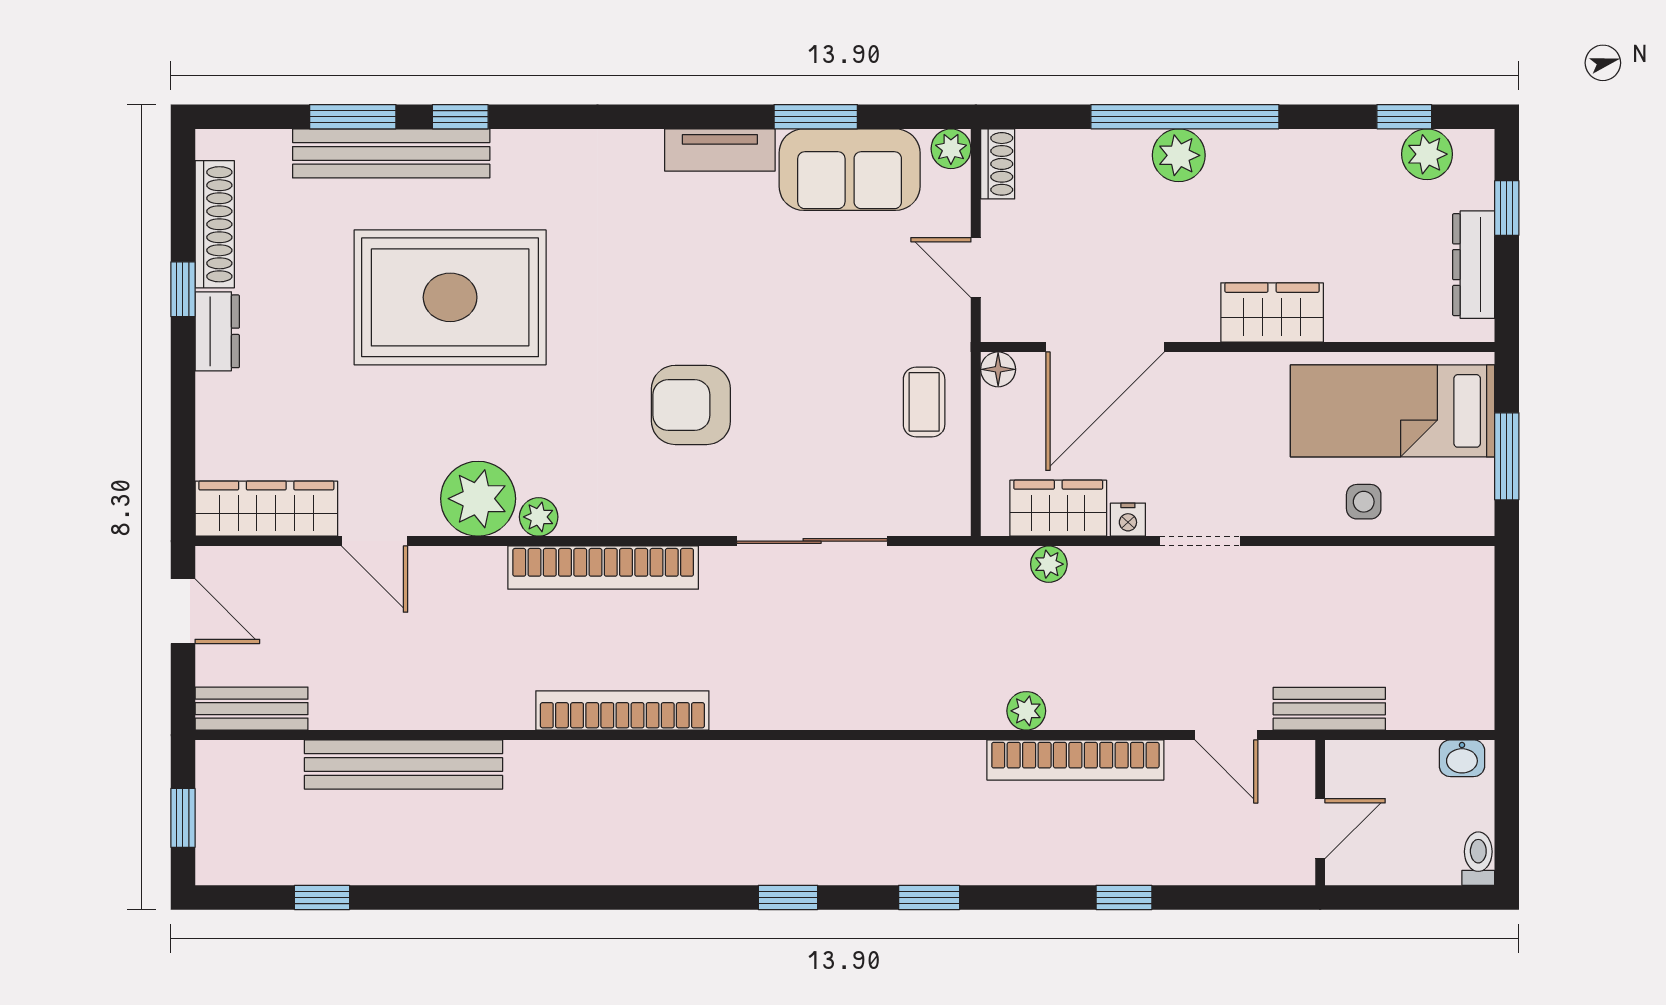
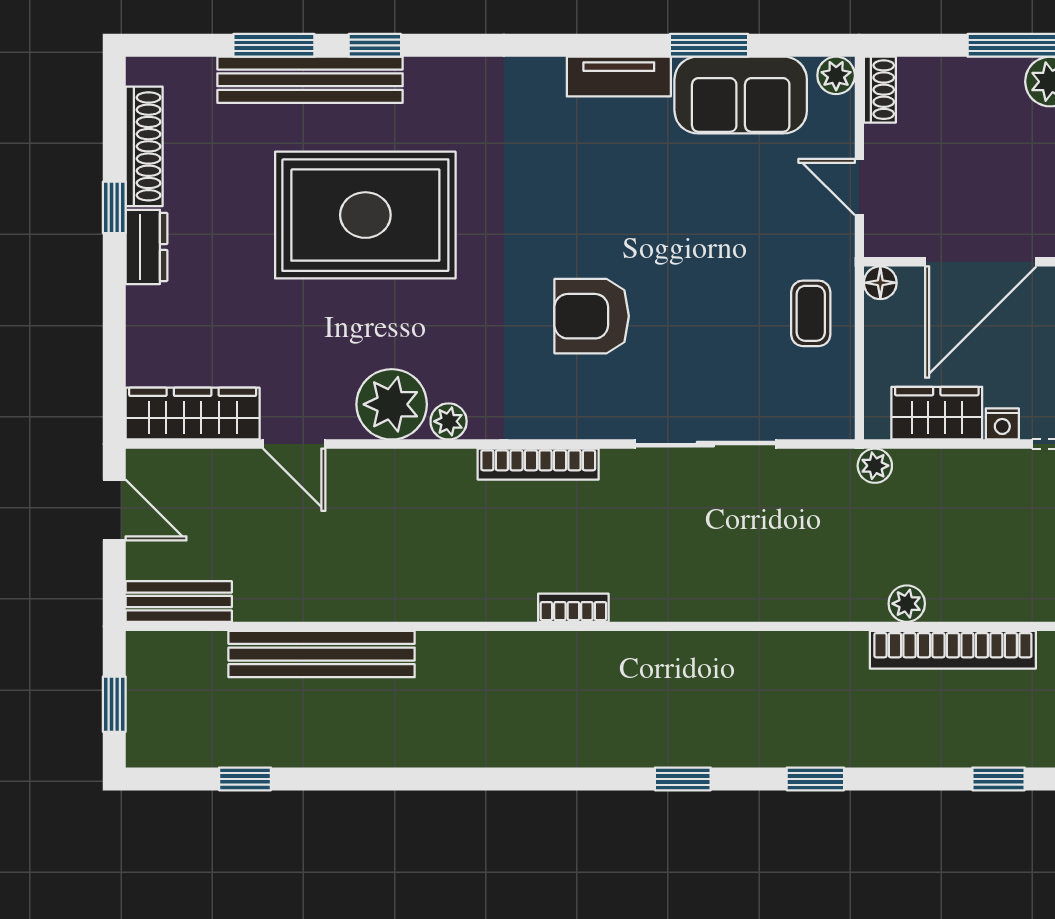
plant: (1049, 564) -> (875, 466), moved
bookcase: (603, 568) -> (538, 464), width x0.68, depth x0.76
bookcase: (622, 711) -> (573, 608), width x0.43, depth x0.76

